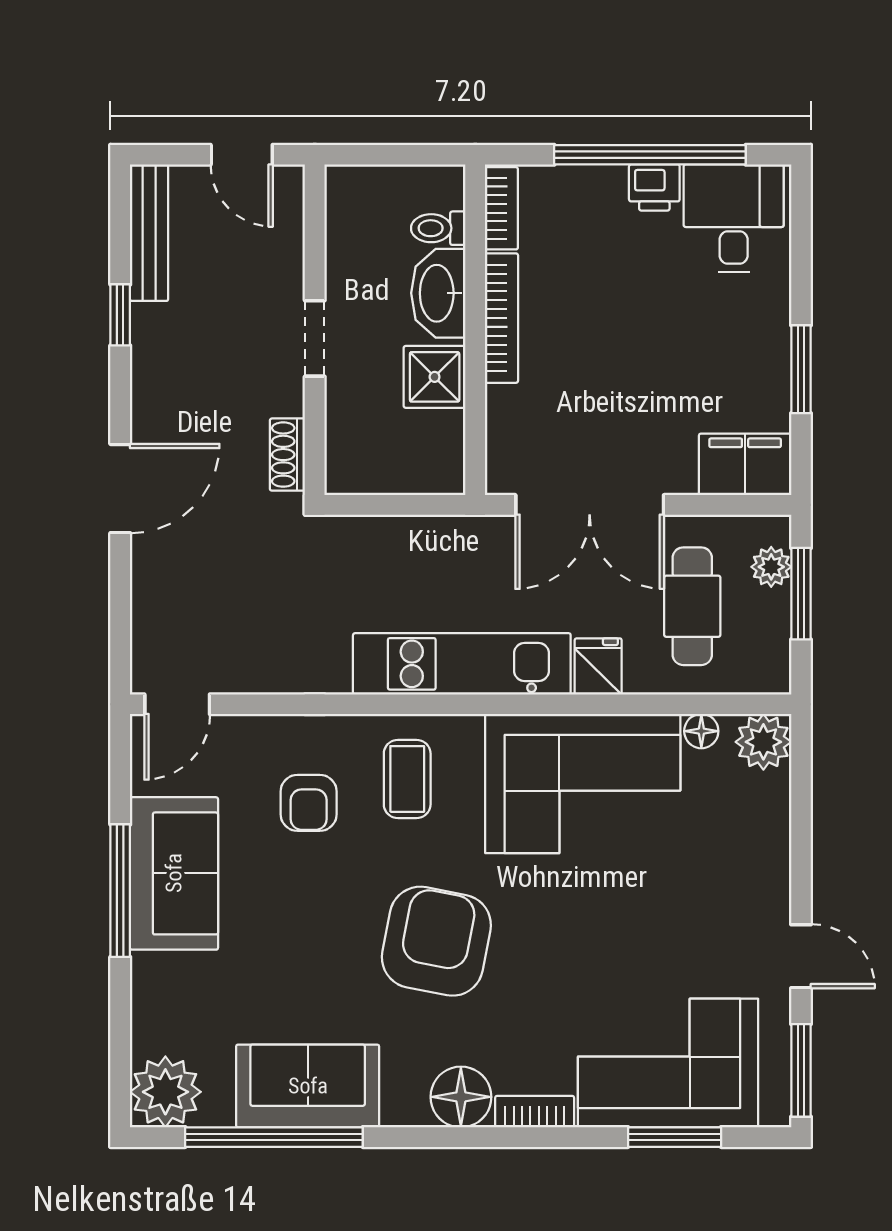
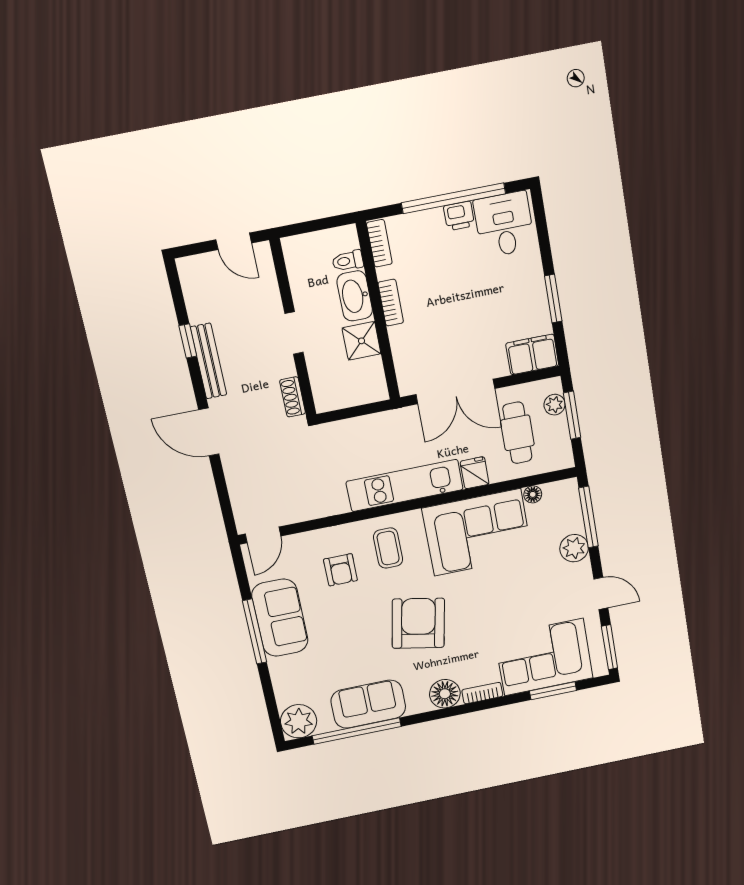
bench: (149, 233) -> (208, 361), moved
bookcase: (501, 318) -> (391, 303), width x0.64
door: (120, 489) -> (209, 432), swing flipped
plant: (763, 742) -> (574, 548), moved
window: (801, 798) -> (588, 517), added

